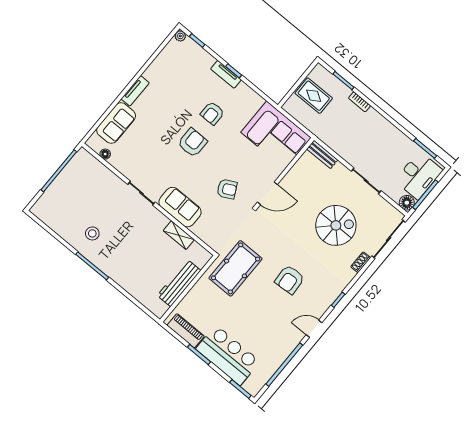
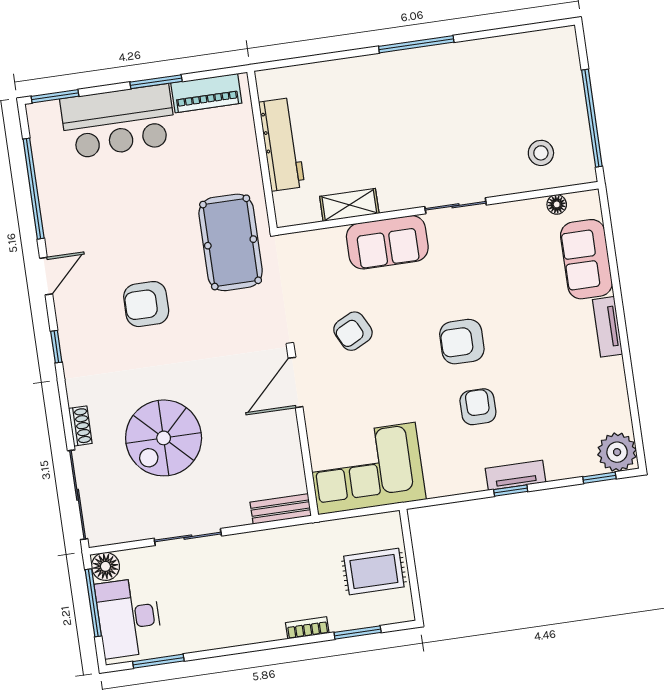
plant: (180, 36) -> (617, 452), width x1.88, depth x1.88
armchair: (192, 143) -> (462, 342), turned 90
stool: (92, 233) -> (541, 153), moved
armchair: (290, 280) -> (146, 304), turned -86

